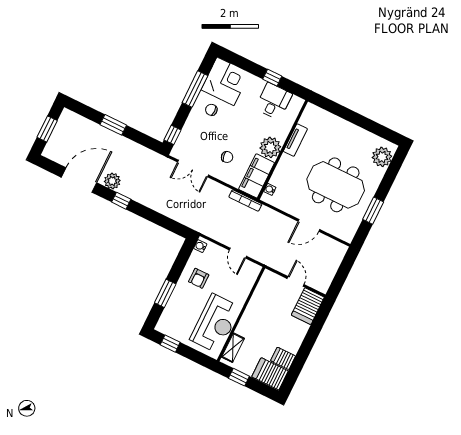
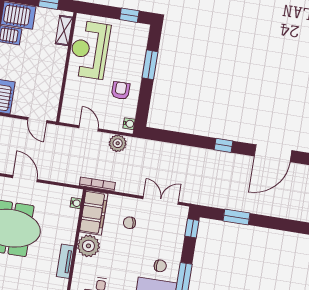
window: (113, 125) -> (237, 217), moved
plant: (112, 181) -> (118, 143), moved
door: (309, 225) -> (25, 179), hinge flipped
door: (296, 281) -> (37, 120), moved

